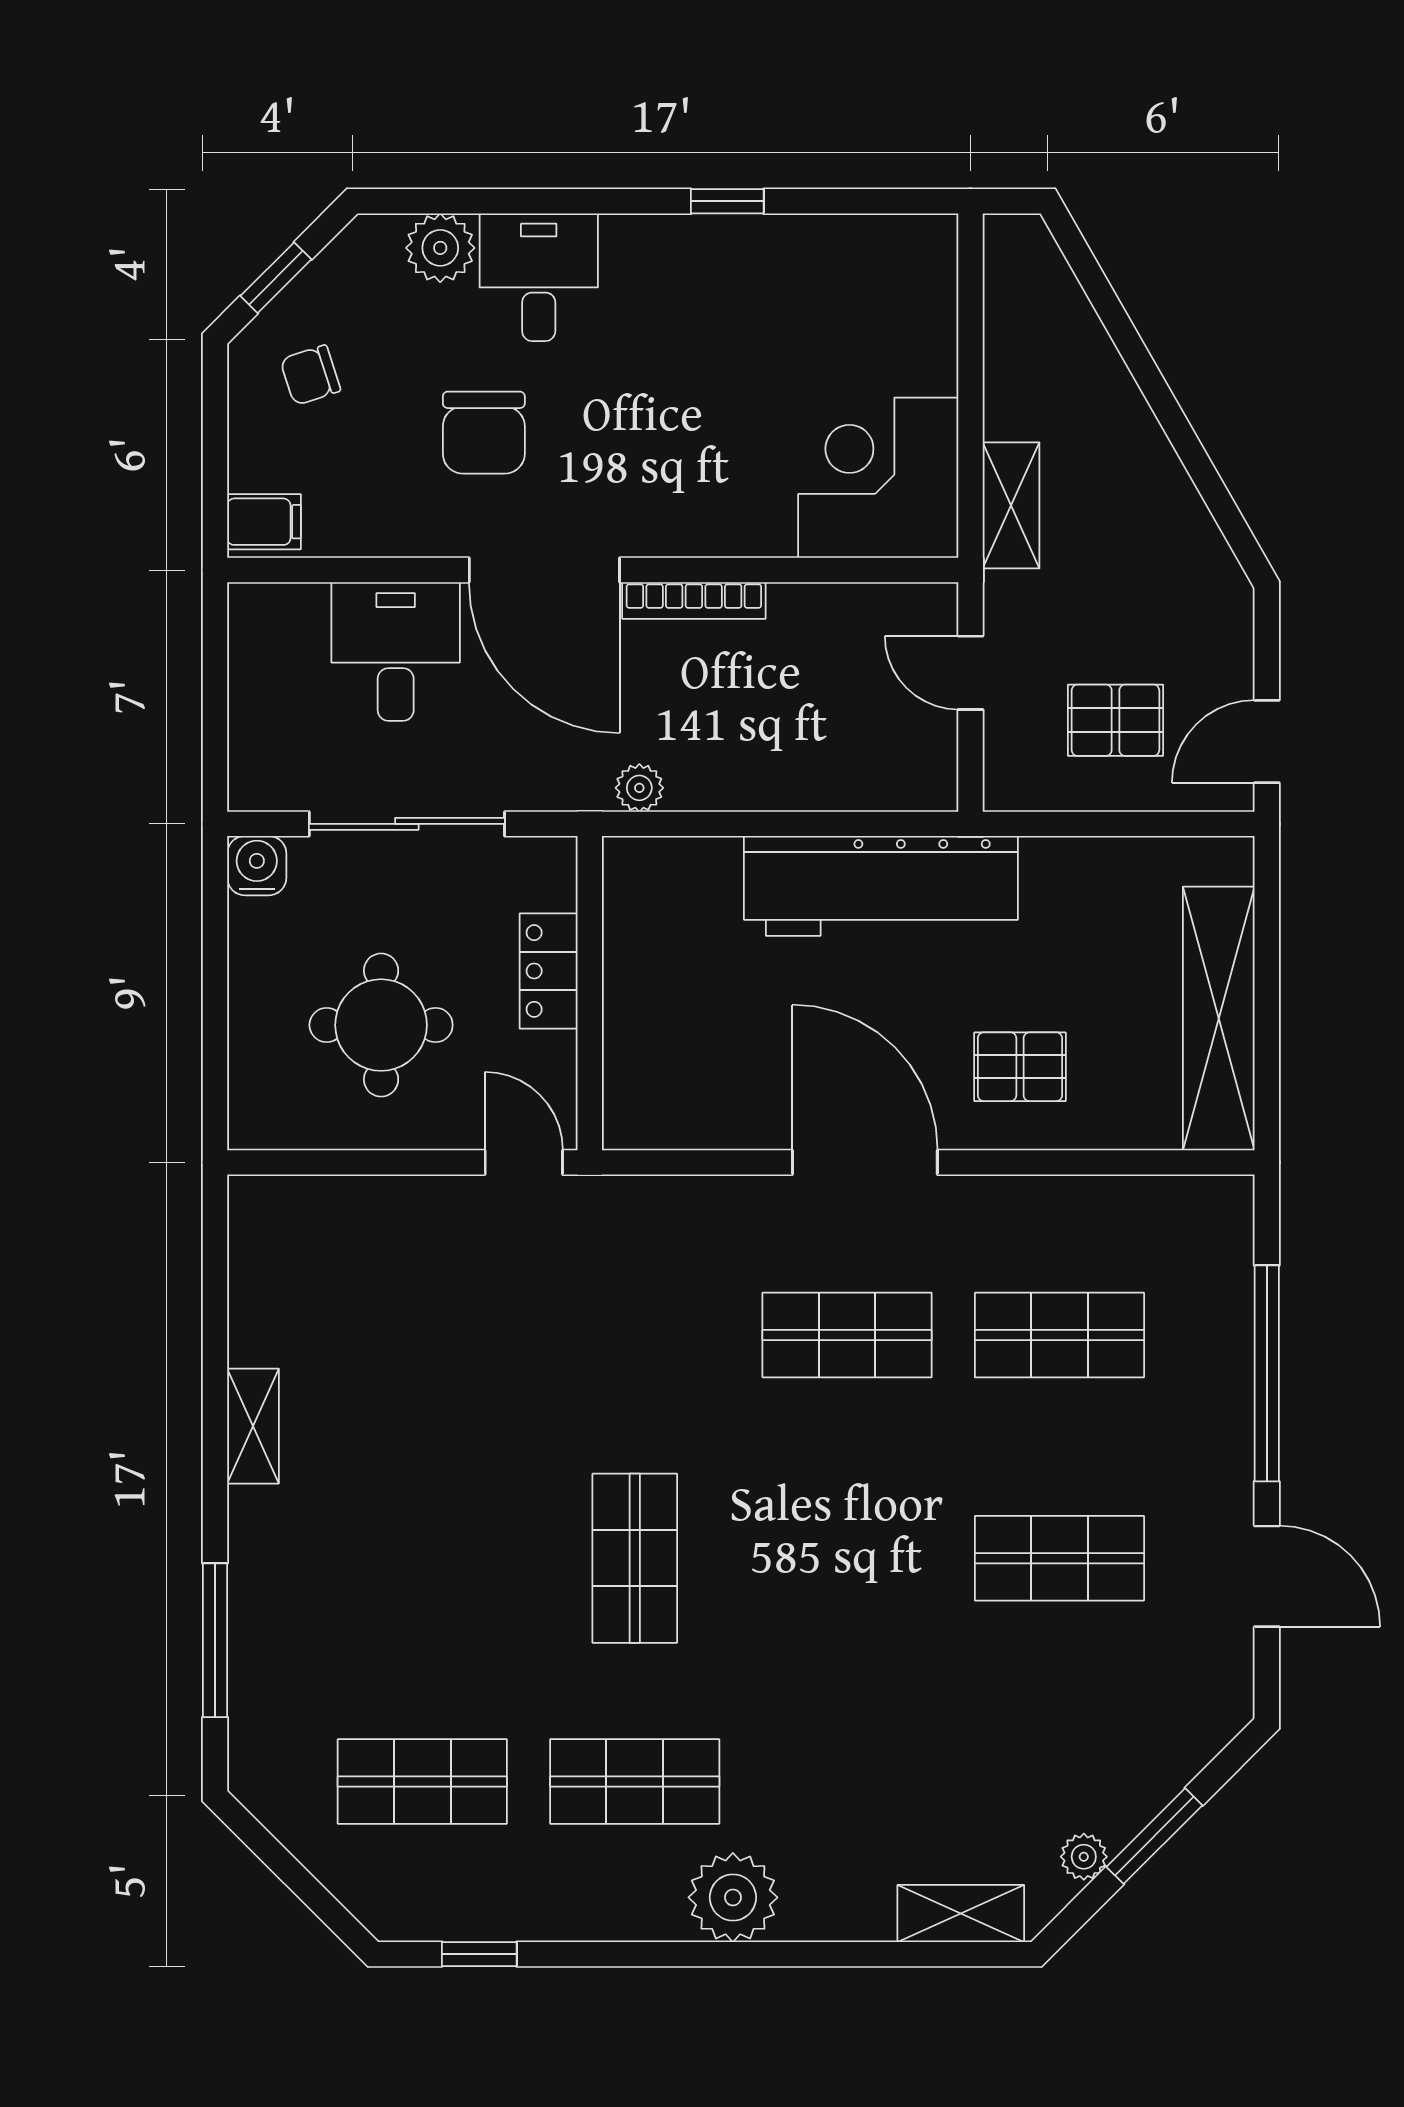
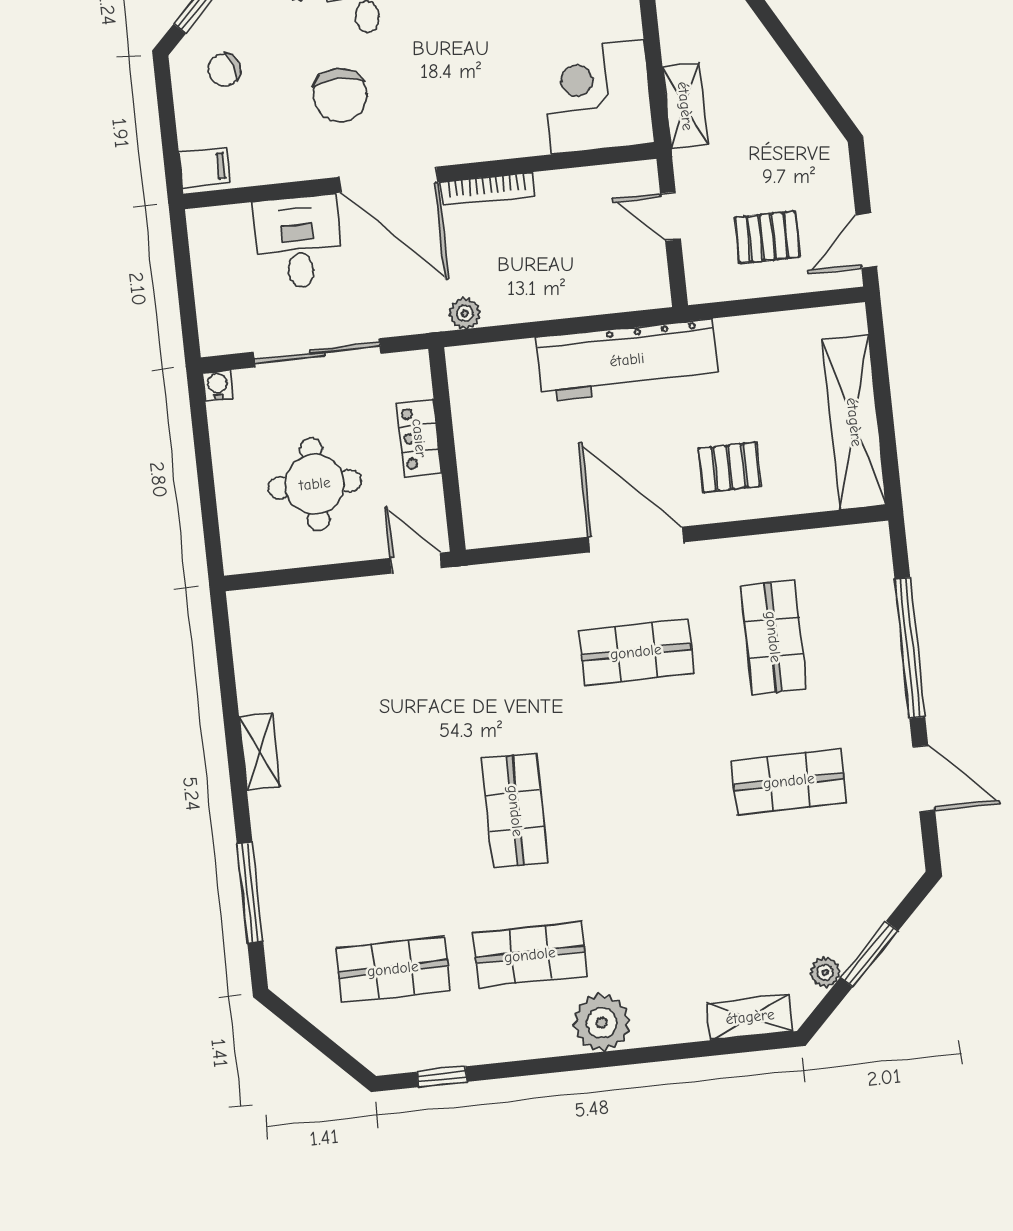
water cooler: (257, 866) -> (218, 385), width x0.72, depth x0.72
shop shelf: (1059, 1335) -> (773, 637), turned 90

